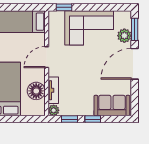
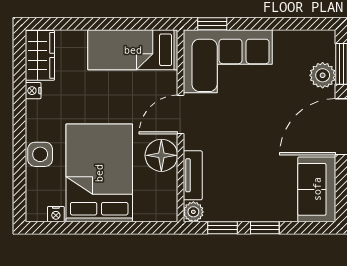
corner sofa: (89, 28) -> (228, 61), moved
floor lamp: (36, 91) -> (161, 155), moved
sofa: (112, 106) -> (317, 189), moved, turned -90

